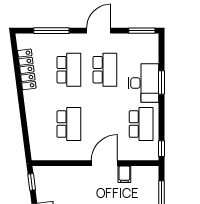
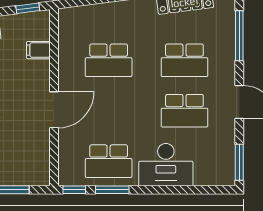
window: (161, 83) -> (112, 190), moved
door: (104, 163) -> (54, 110), hinge flipped
filing cabinet: (124, 174) -> (38, 50), moved

